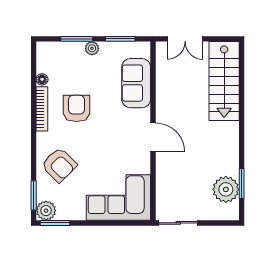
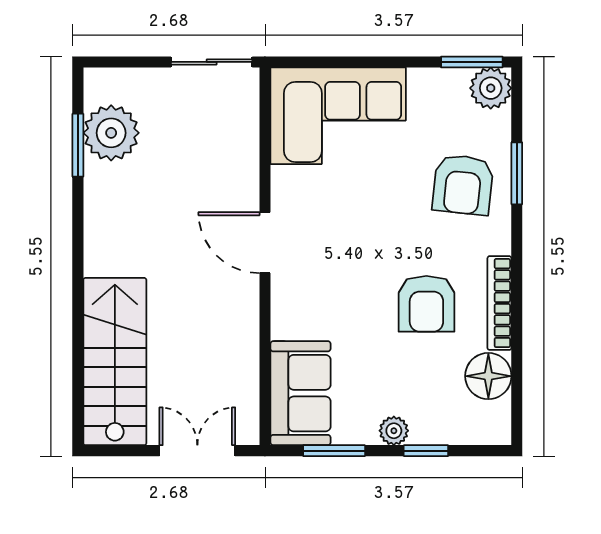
window: (77, 39) -> (426, 451), width x0.67
floor lamp: (42, 79) -> (488, 376), width x1.89, depth x1.89
sofa: (136, 83) -> (300, 393), moved
armchair: (59, 165) -> (463, 185), turned -129
window: (34, 195) -> (517, 173), moved

